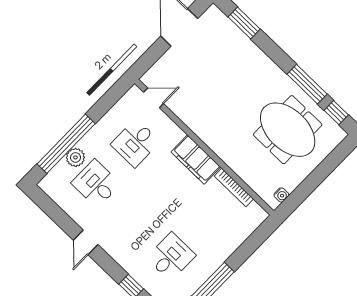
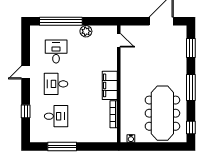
window: (307, 84) -> (191, 88), moved
meeting table: (288, 130) -> (162, 113), width x1.36
desk: (135, 143) -> (56, 84), moved
plant: (75, 157) -> (86, 31), moved

